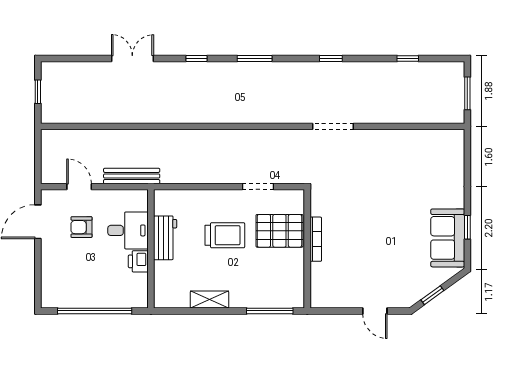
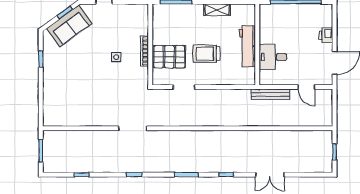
armchair: (81, 227) -> (305, 59), removed
side table: (357, 230) -> (116, 57), added
workbench: (165, 238) -> (248, 46), width x1.38
sofa: (448, 238) -> (69, 26), moved, turned 54
printer: (138, 261) -> (326, 35), moved, turned 180

